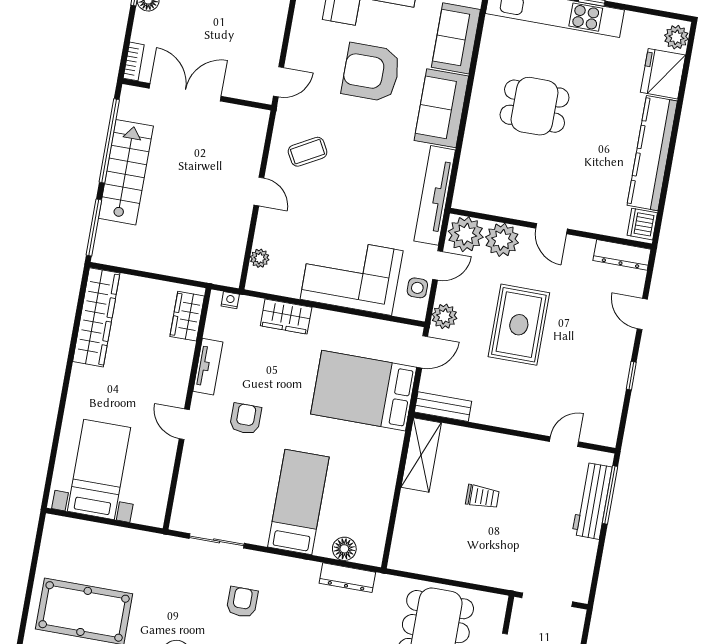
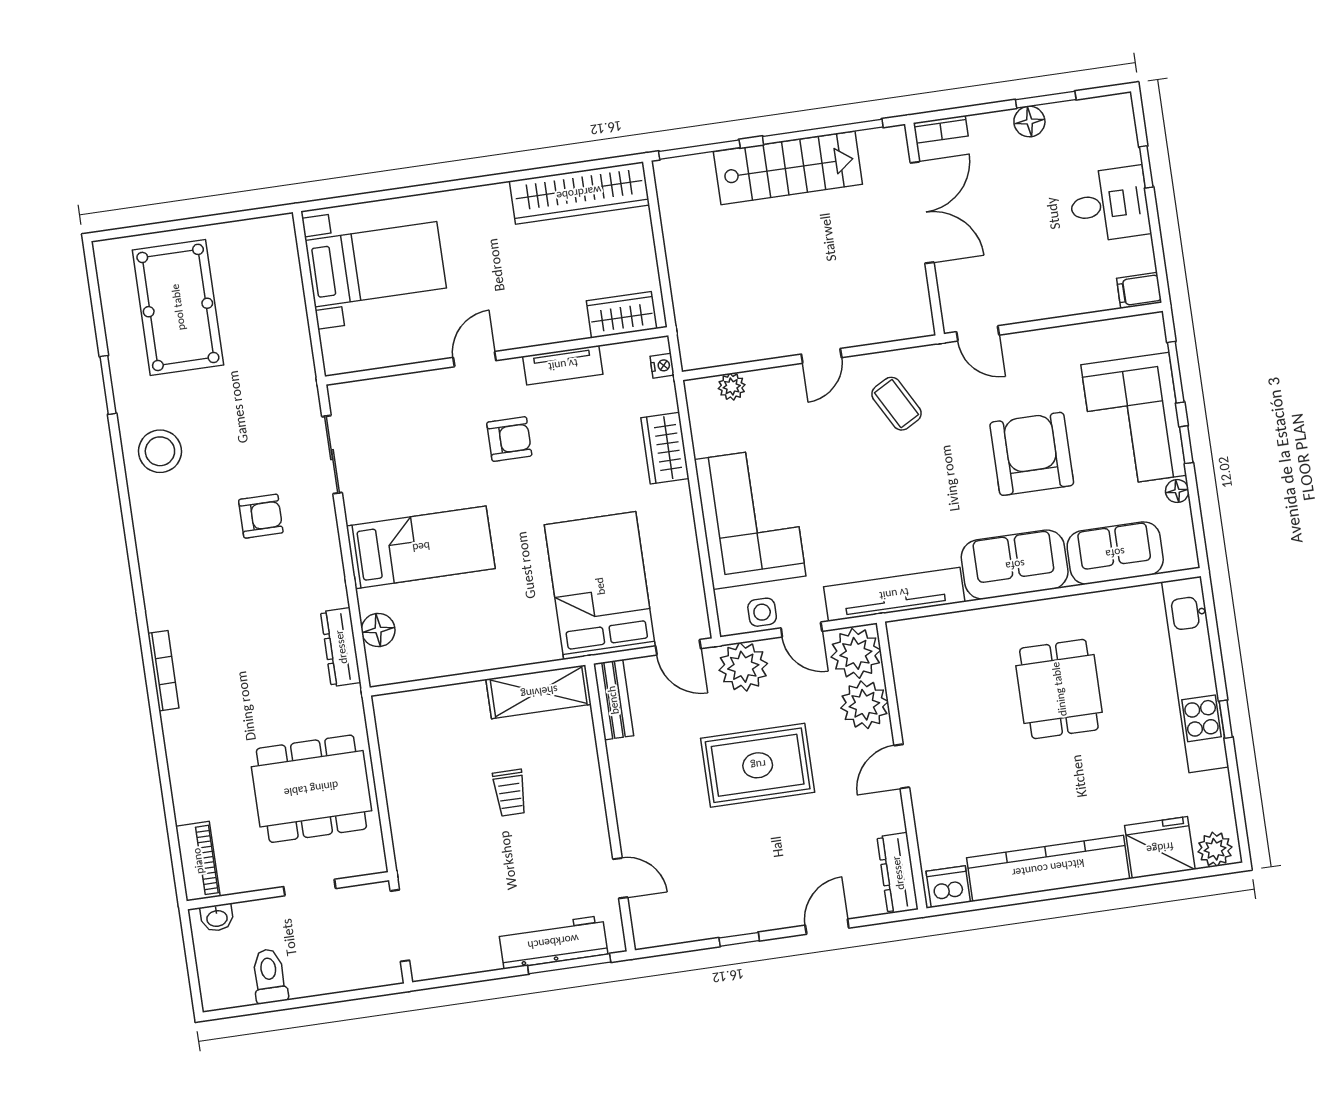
plant: (444, 316) -> (743, 667), width x1.36, depth x1.36

